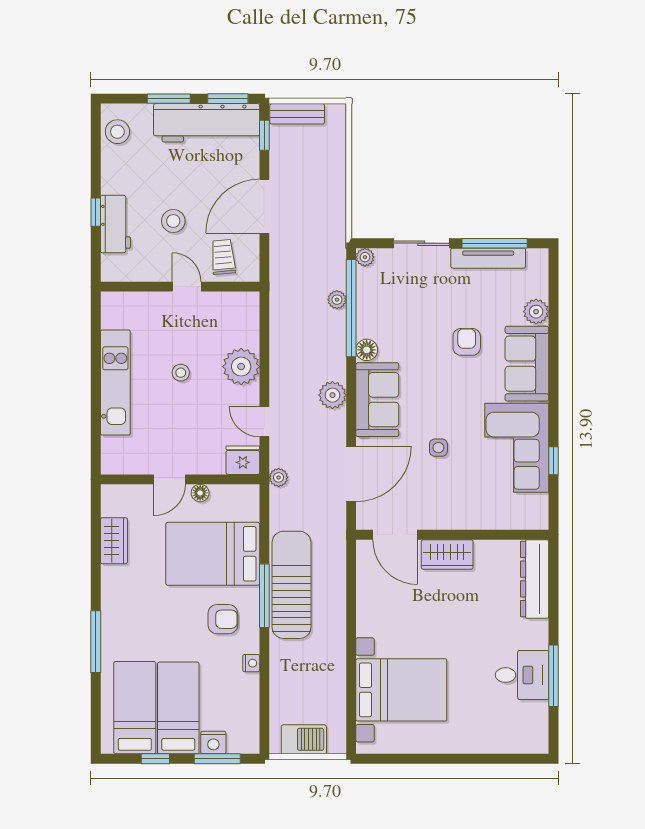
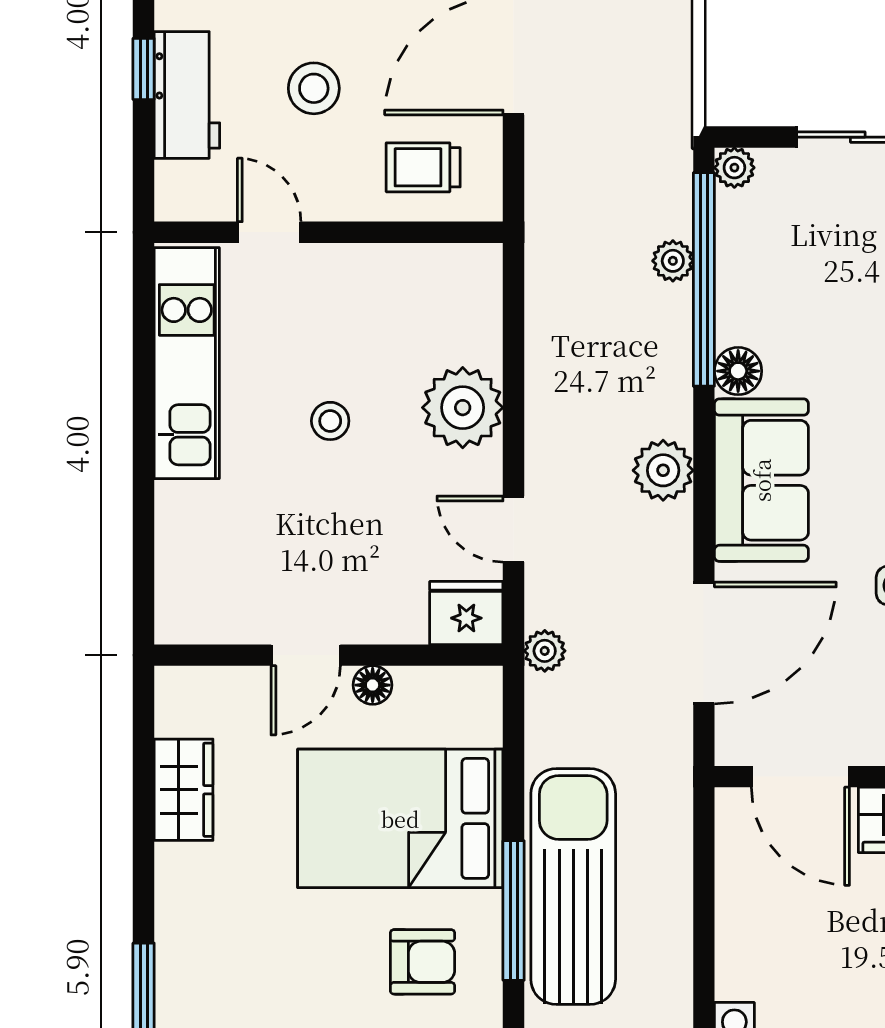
trolley: (223, 257) -> (423, 167), turned -85
door: (187, 287) -> (269, 232), moved
kitchen unit: (115, 383) -> (187, 363), moved

